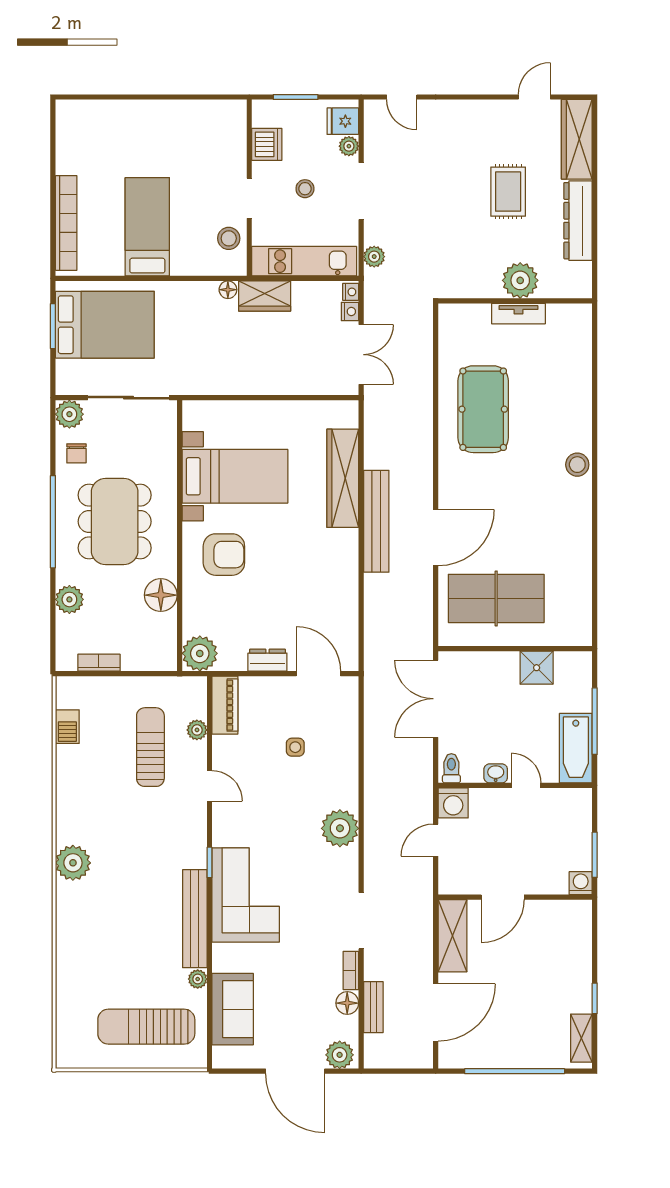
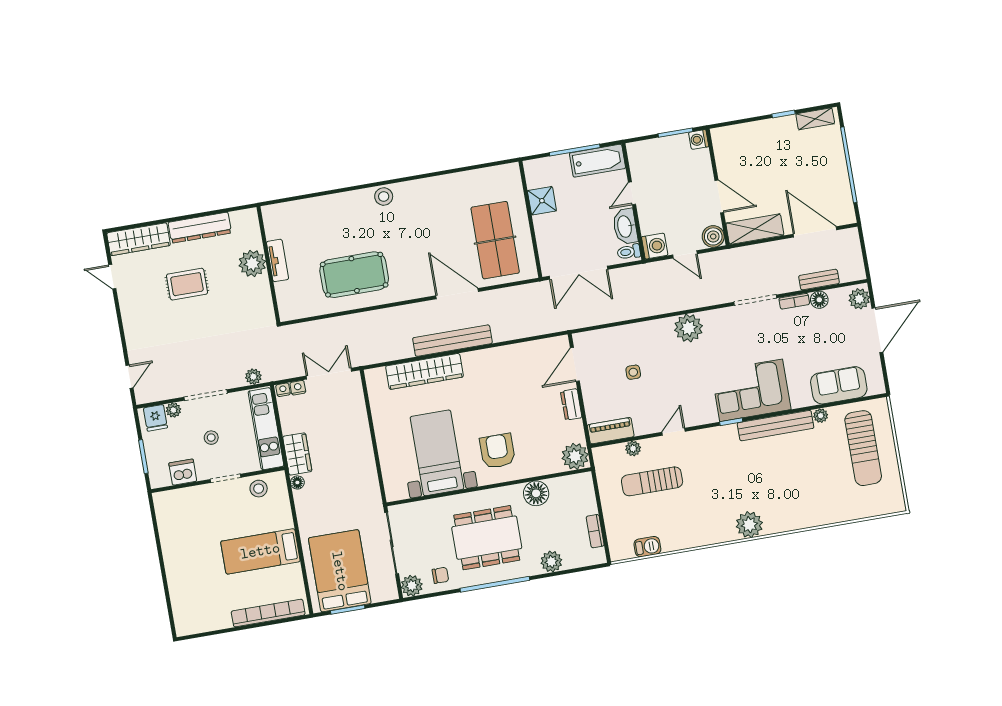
washbasin: (496, 773) -> (625, 226), width x1.91, depth x1.45
boiler: (452, 880) -> (713, 236), added

